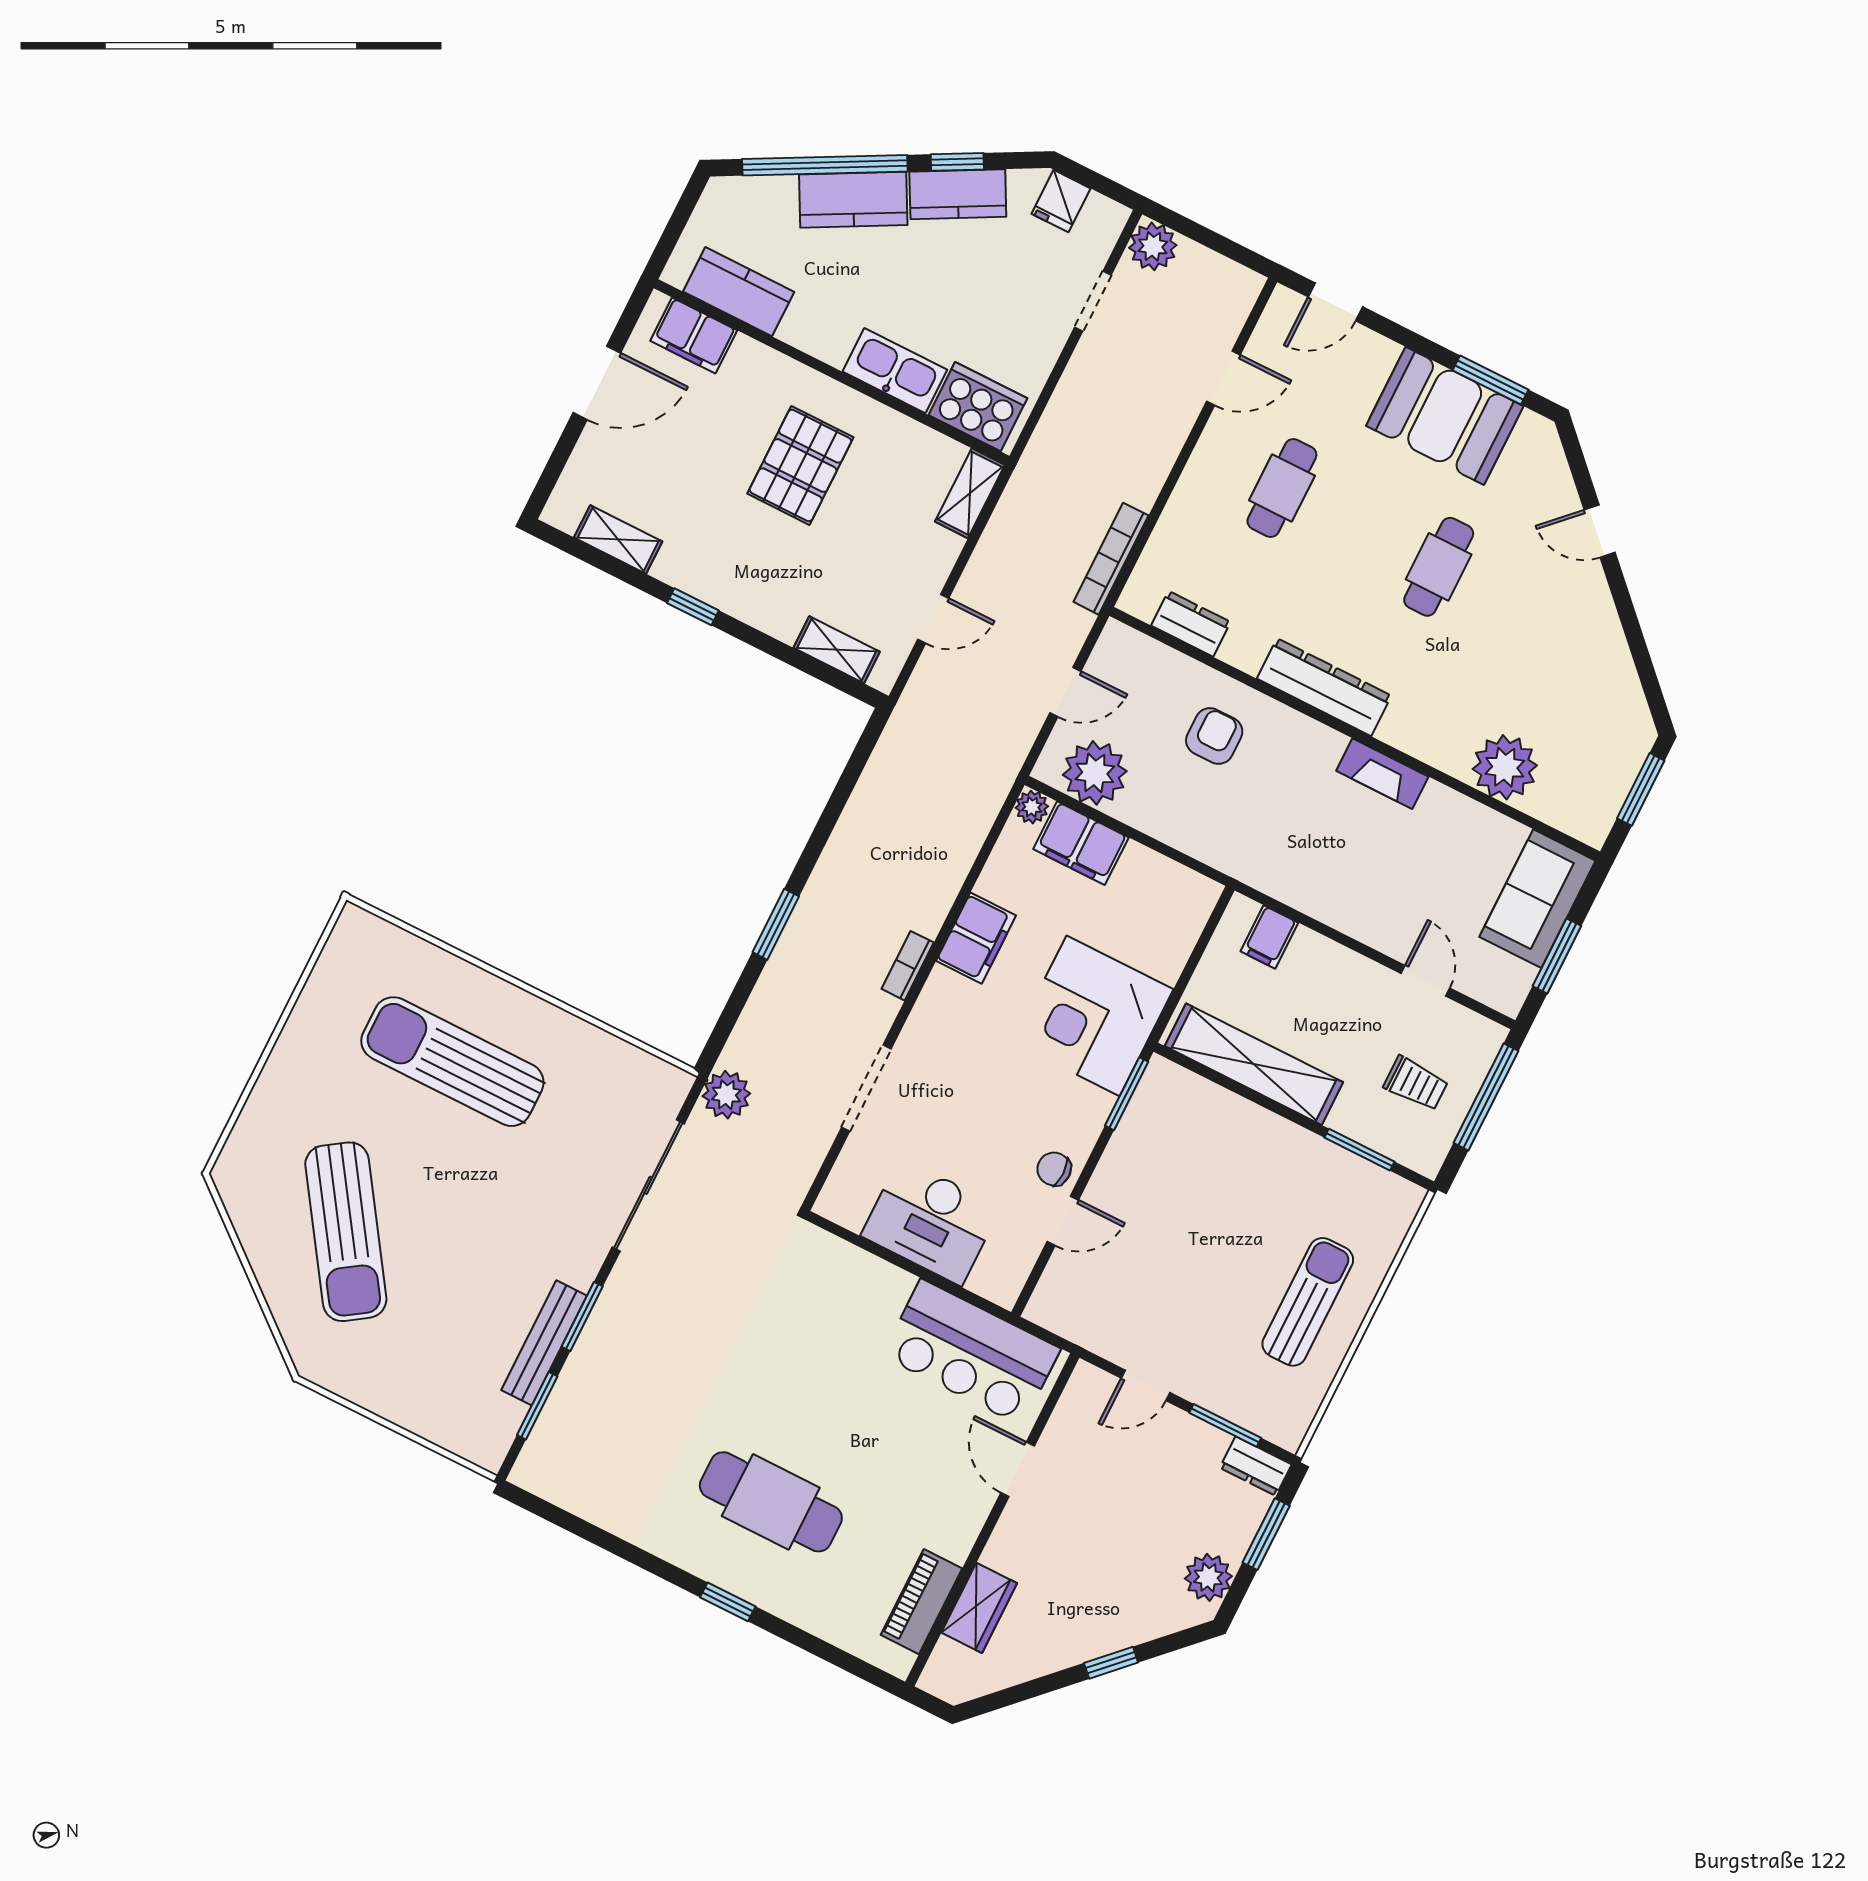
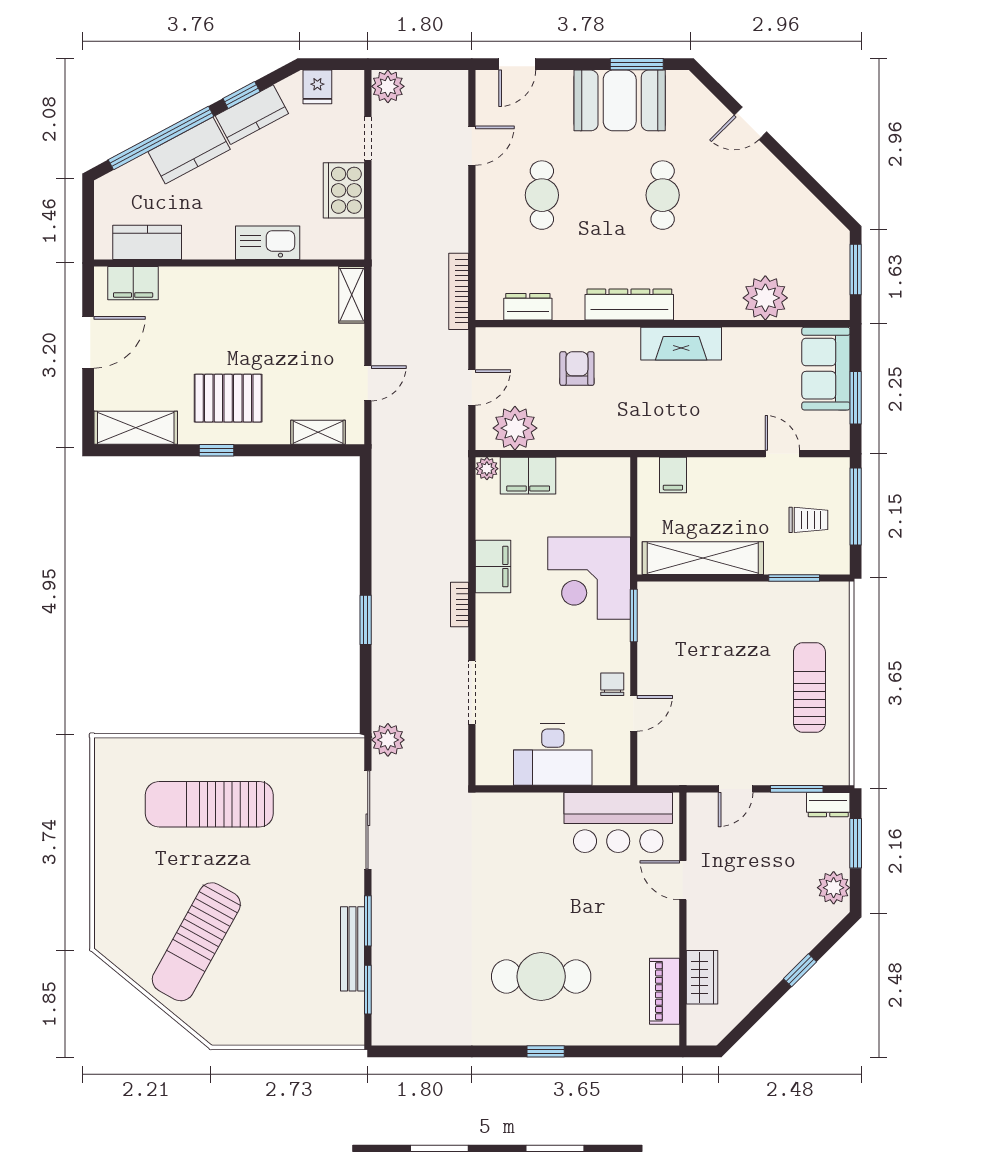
cooker: (978, 407) -> (344, 190), moved, turned -90
pallet: (800, 465) -> (228, 398), moved, turned 90
shelving: (618, 539) -> (136, 428), width x1.50, depth x1.33
fireplace: (1382, 774) -> (681, 344), width x1.37, depth x1.32
chair: (1054, 1169) -> (612, 684), turned 90
sun lounger: (346, 1232) -> (196, 942), turned 63

